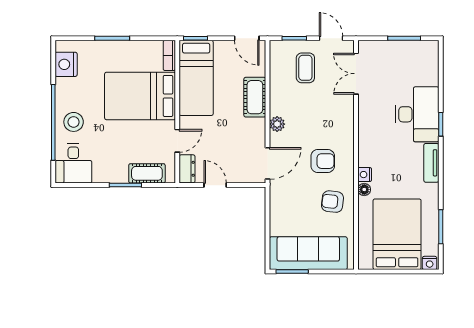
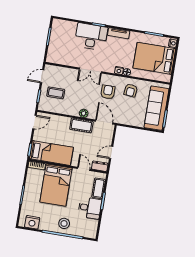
double door: (356, 74) -> (90, 70), moved
cot: (255, 97) -> (81, 125), moved
desk: (73, 163) -> (90, 208), moved

